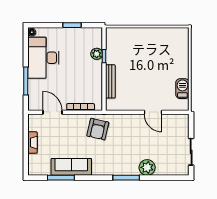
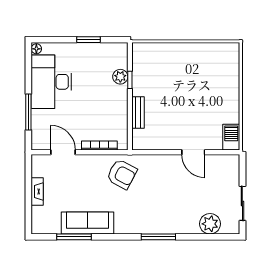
bench: (110, 81) -> (138, 112), width x0.73
barbecue: (182, 89) -> (231, 137), moved
armchair: (98, 129) -> (122, 174), turned -75
plant: (147, 167) -> (210, 224), moved

